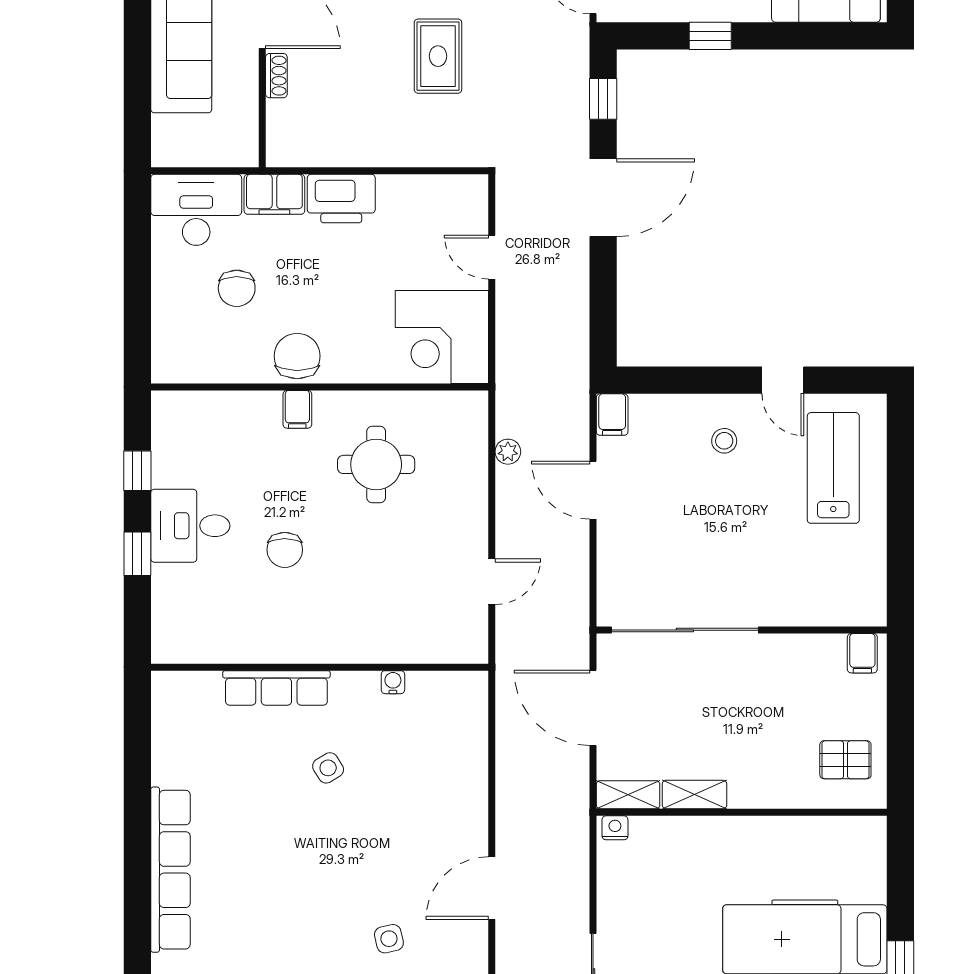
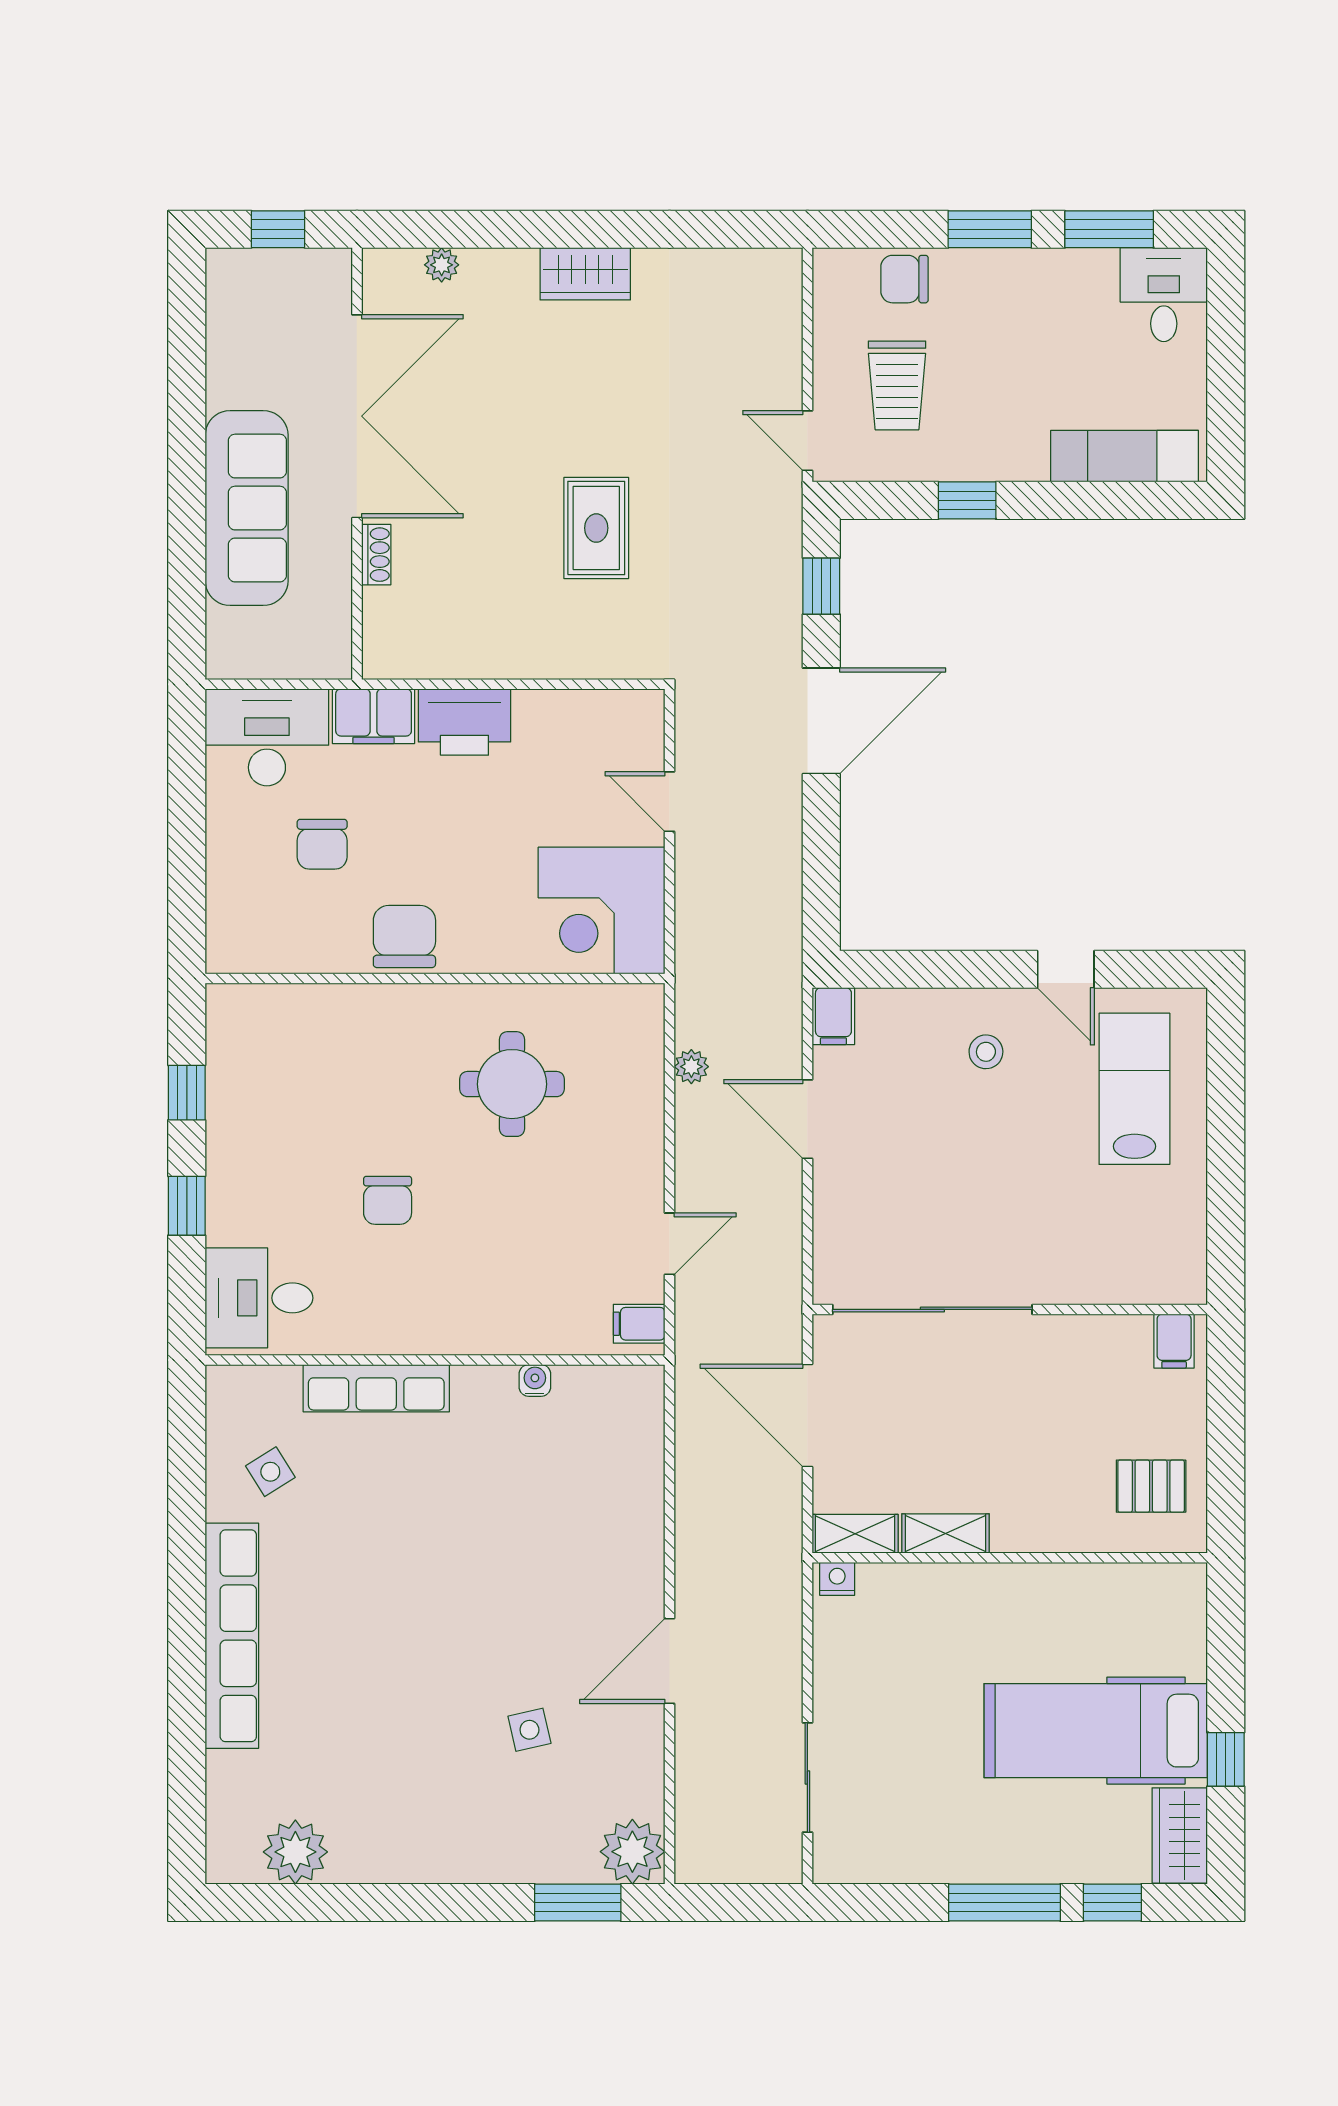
filing cabinet: (297, 409) -> (639, 1324), moved, turned 90
desk: (190, 526) -> (259, 1298), moved
side table: (328, 768) -> (270, 1472), moved

